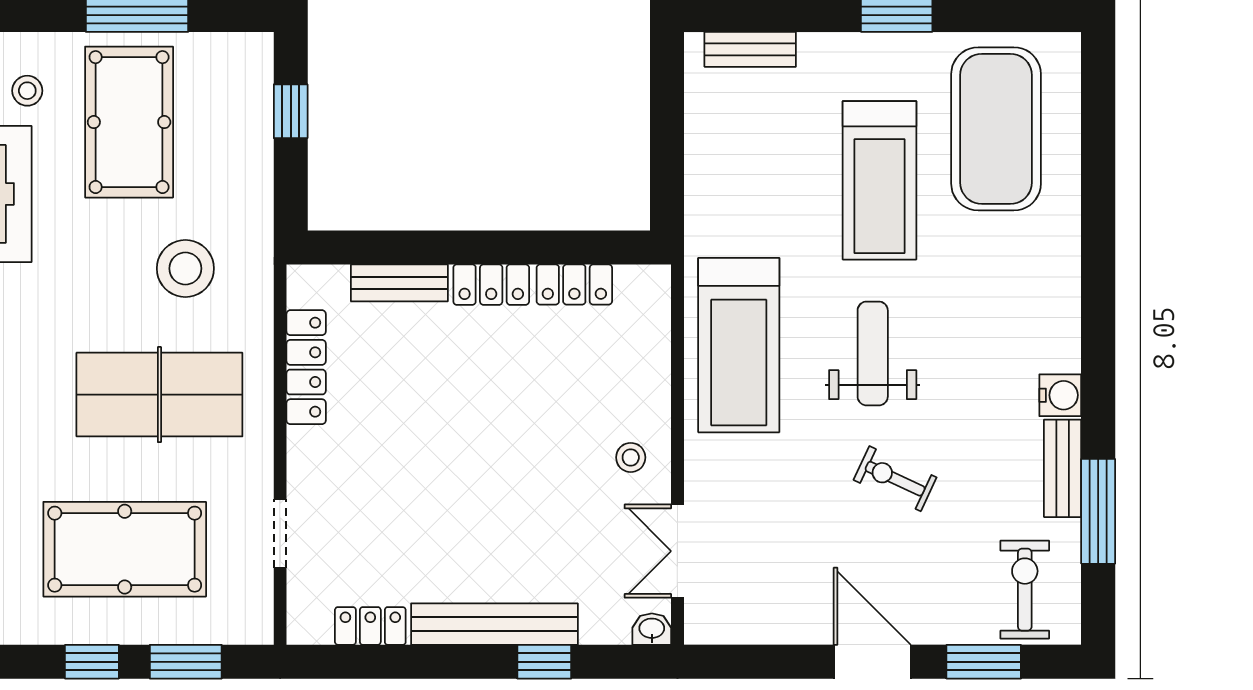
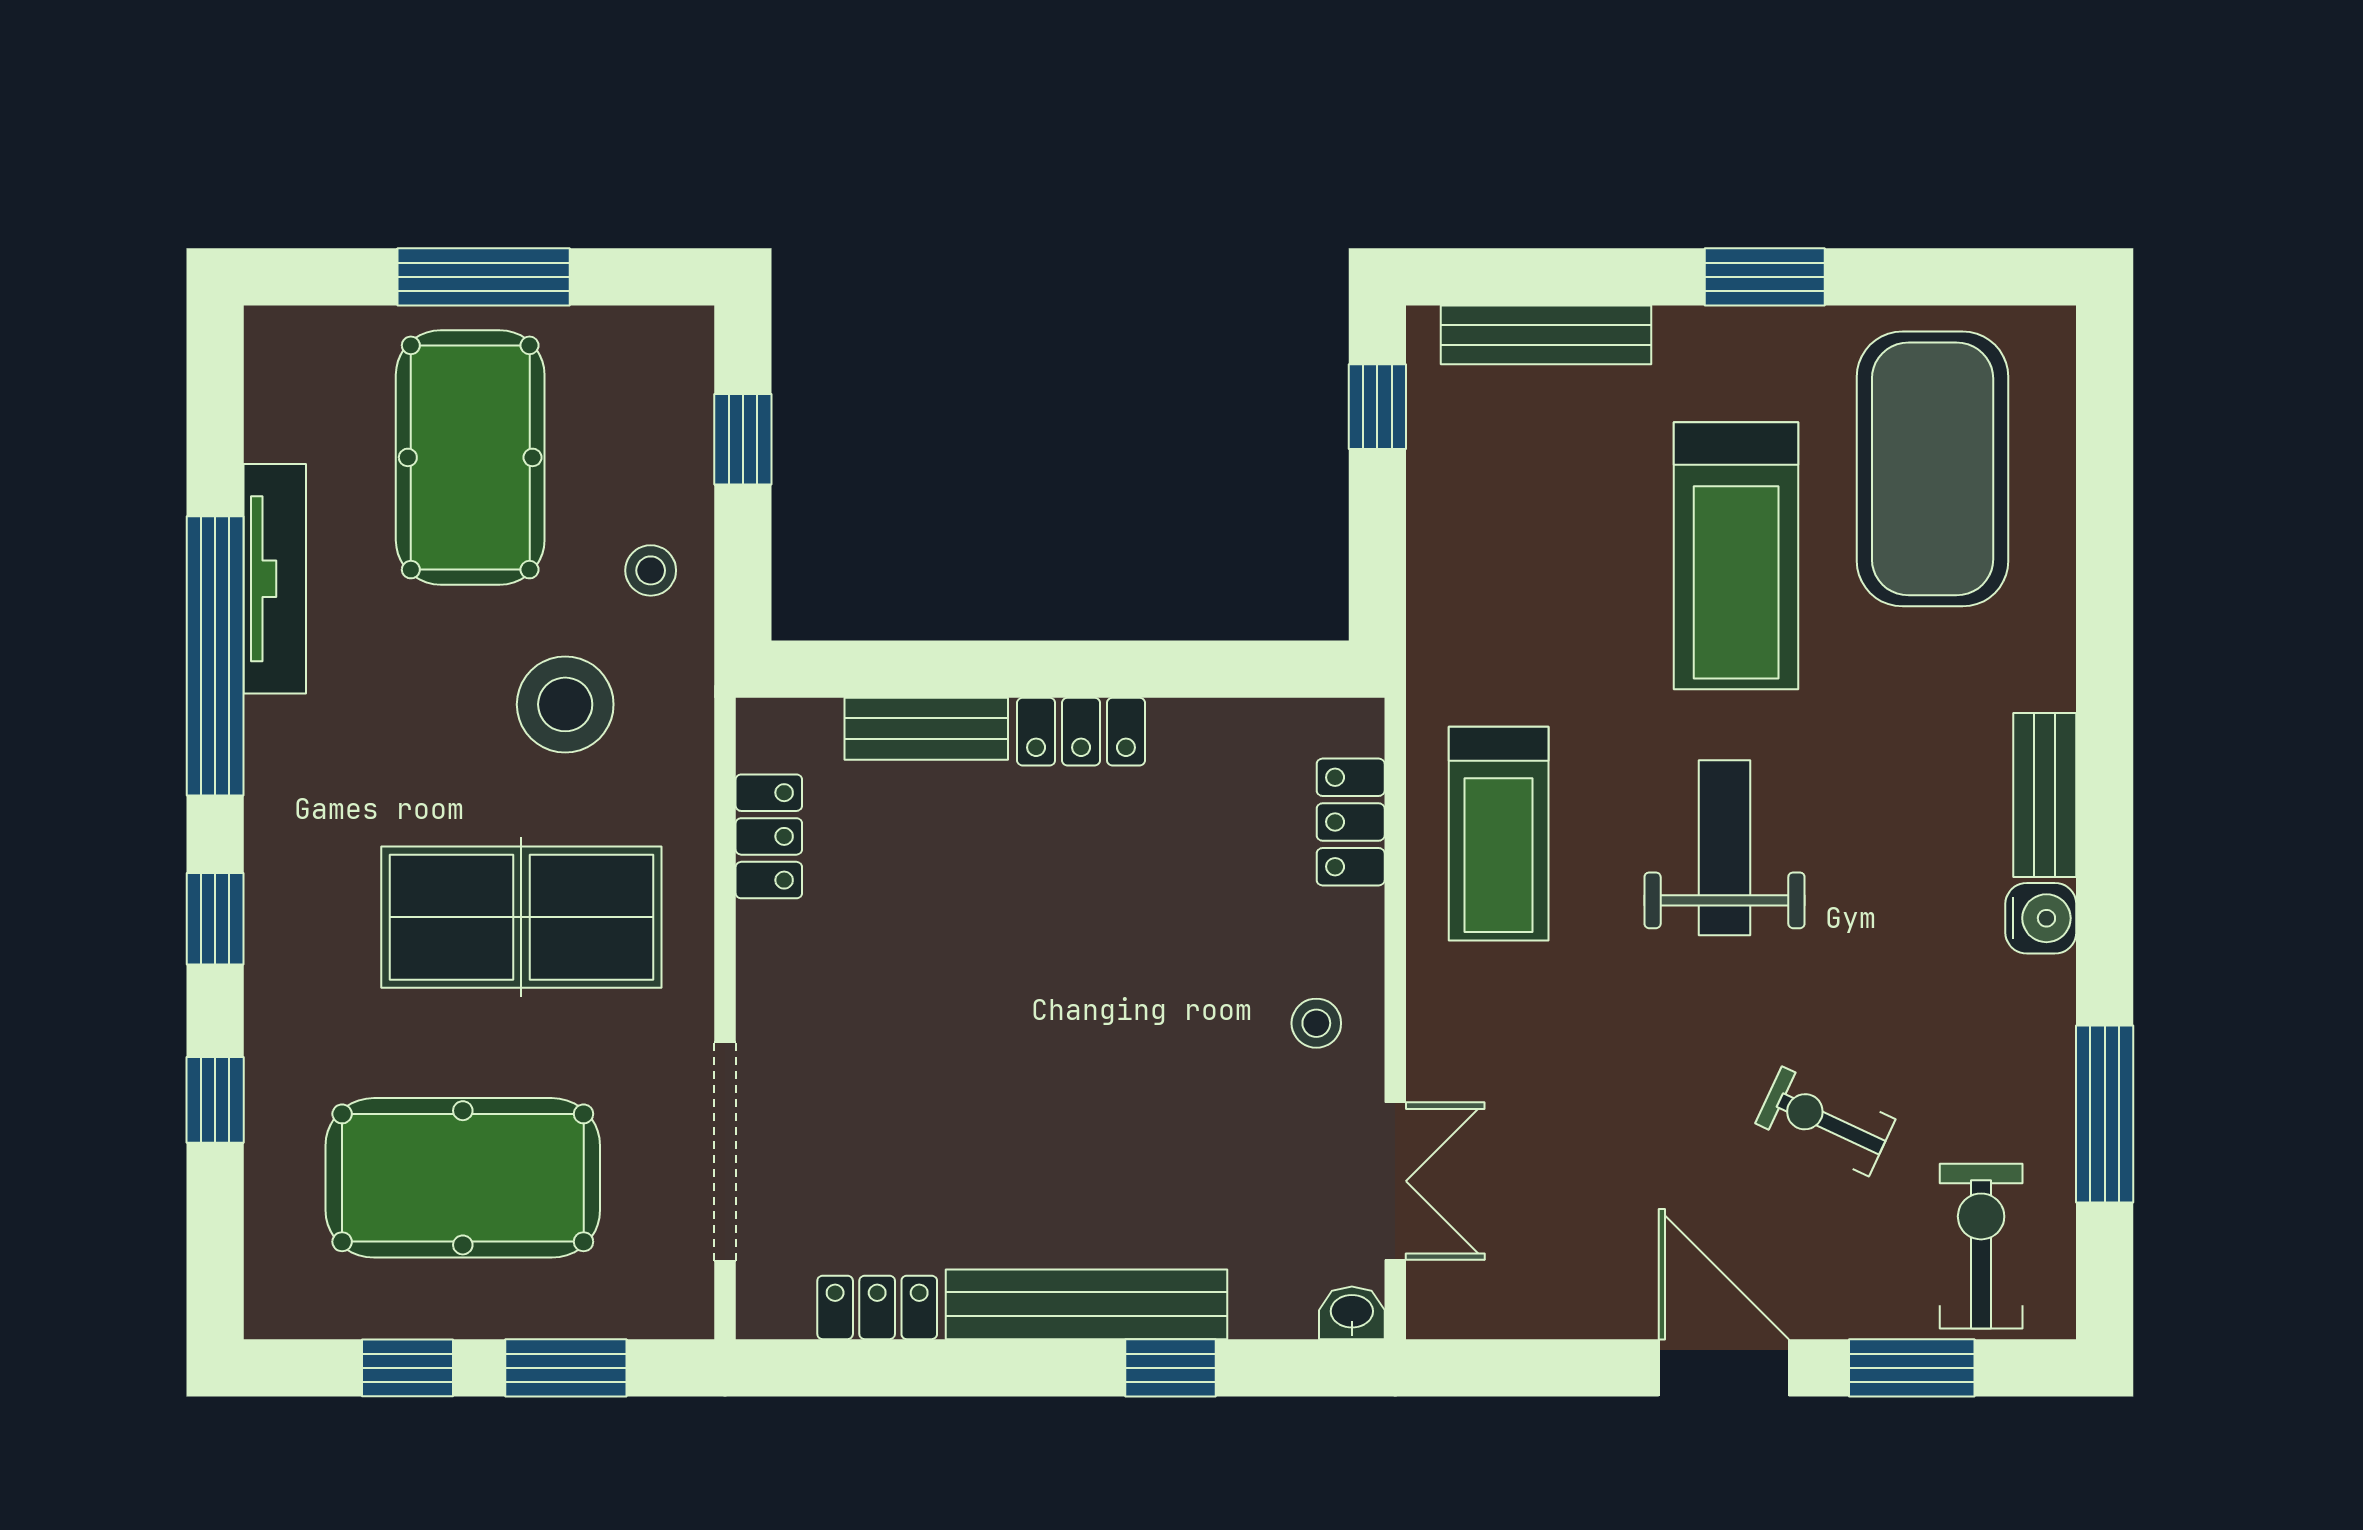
bench: (750, 49) -> (1546, 335), width x1.36
stool: (27, 91) -> (651, 570), moved
window: (667, 92) -> (1377, 407), added
locker: (574, 285) -> (1351, 822), moved, turned 90
treadmill: (739, 345) -> (1499, 834), width x0.73, depth x0.73
locker: (306, 367) -> (769, 836), width x0.66
bench: (1063, 468) -> (2045, 795), moved
exercise bike: (895, 479) -> (1825, 1121), moved
doorway: (280, 533) -> (725, 1151), width x1.87
double door: (677, 551) -> (1395, 1181), swing flipped

